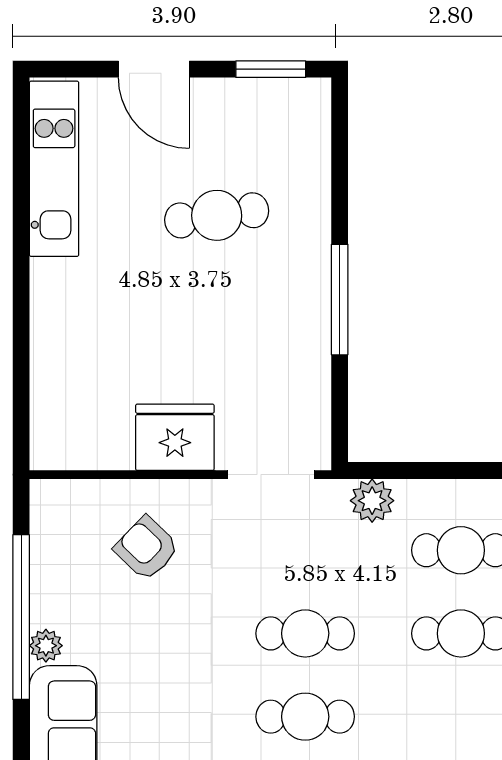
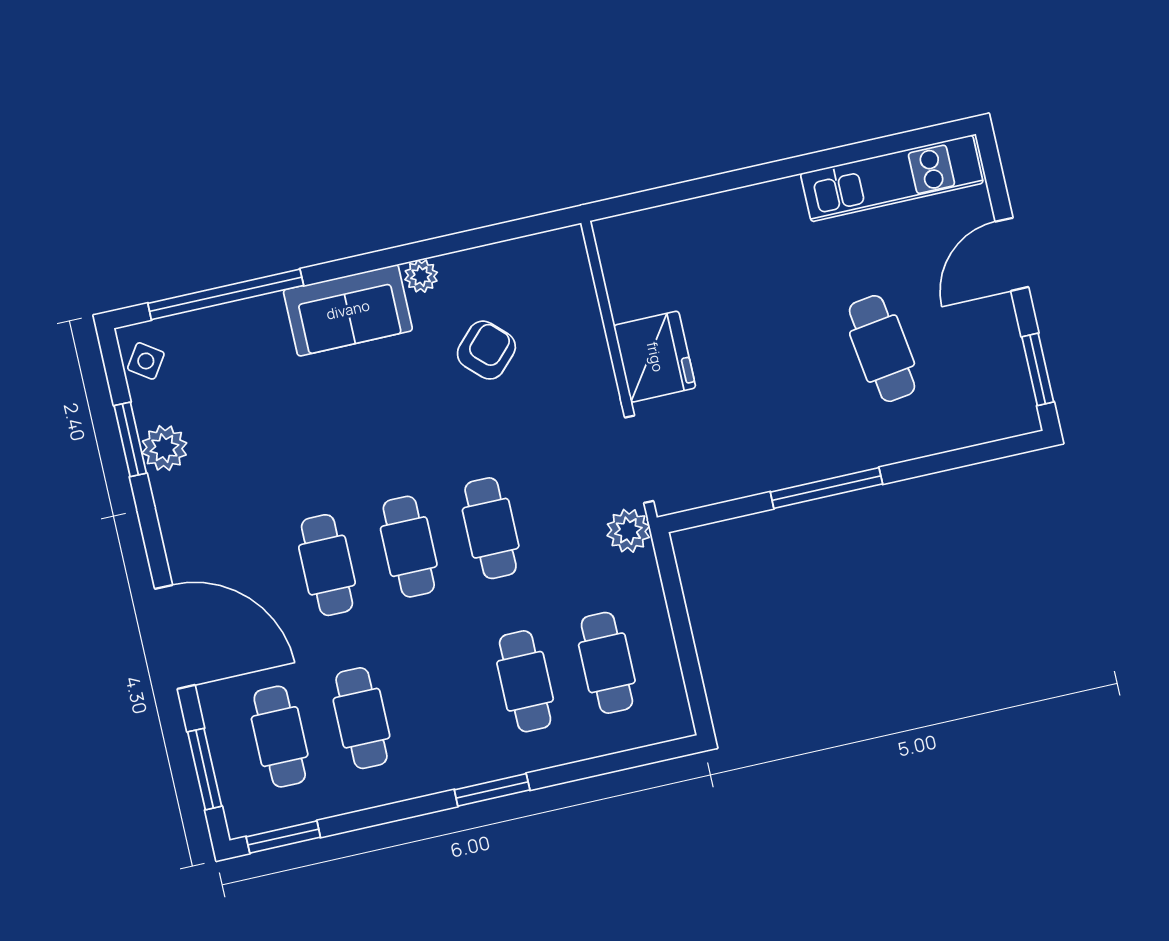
plant: (372, 501) -> (628, 531), moved
armchair: (147, 548) -> (486, 350), moved
window: (21, 617) -> (444, 245), removed

